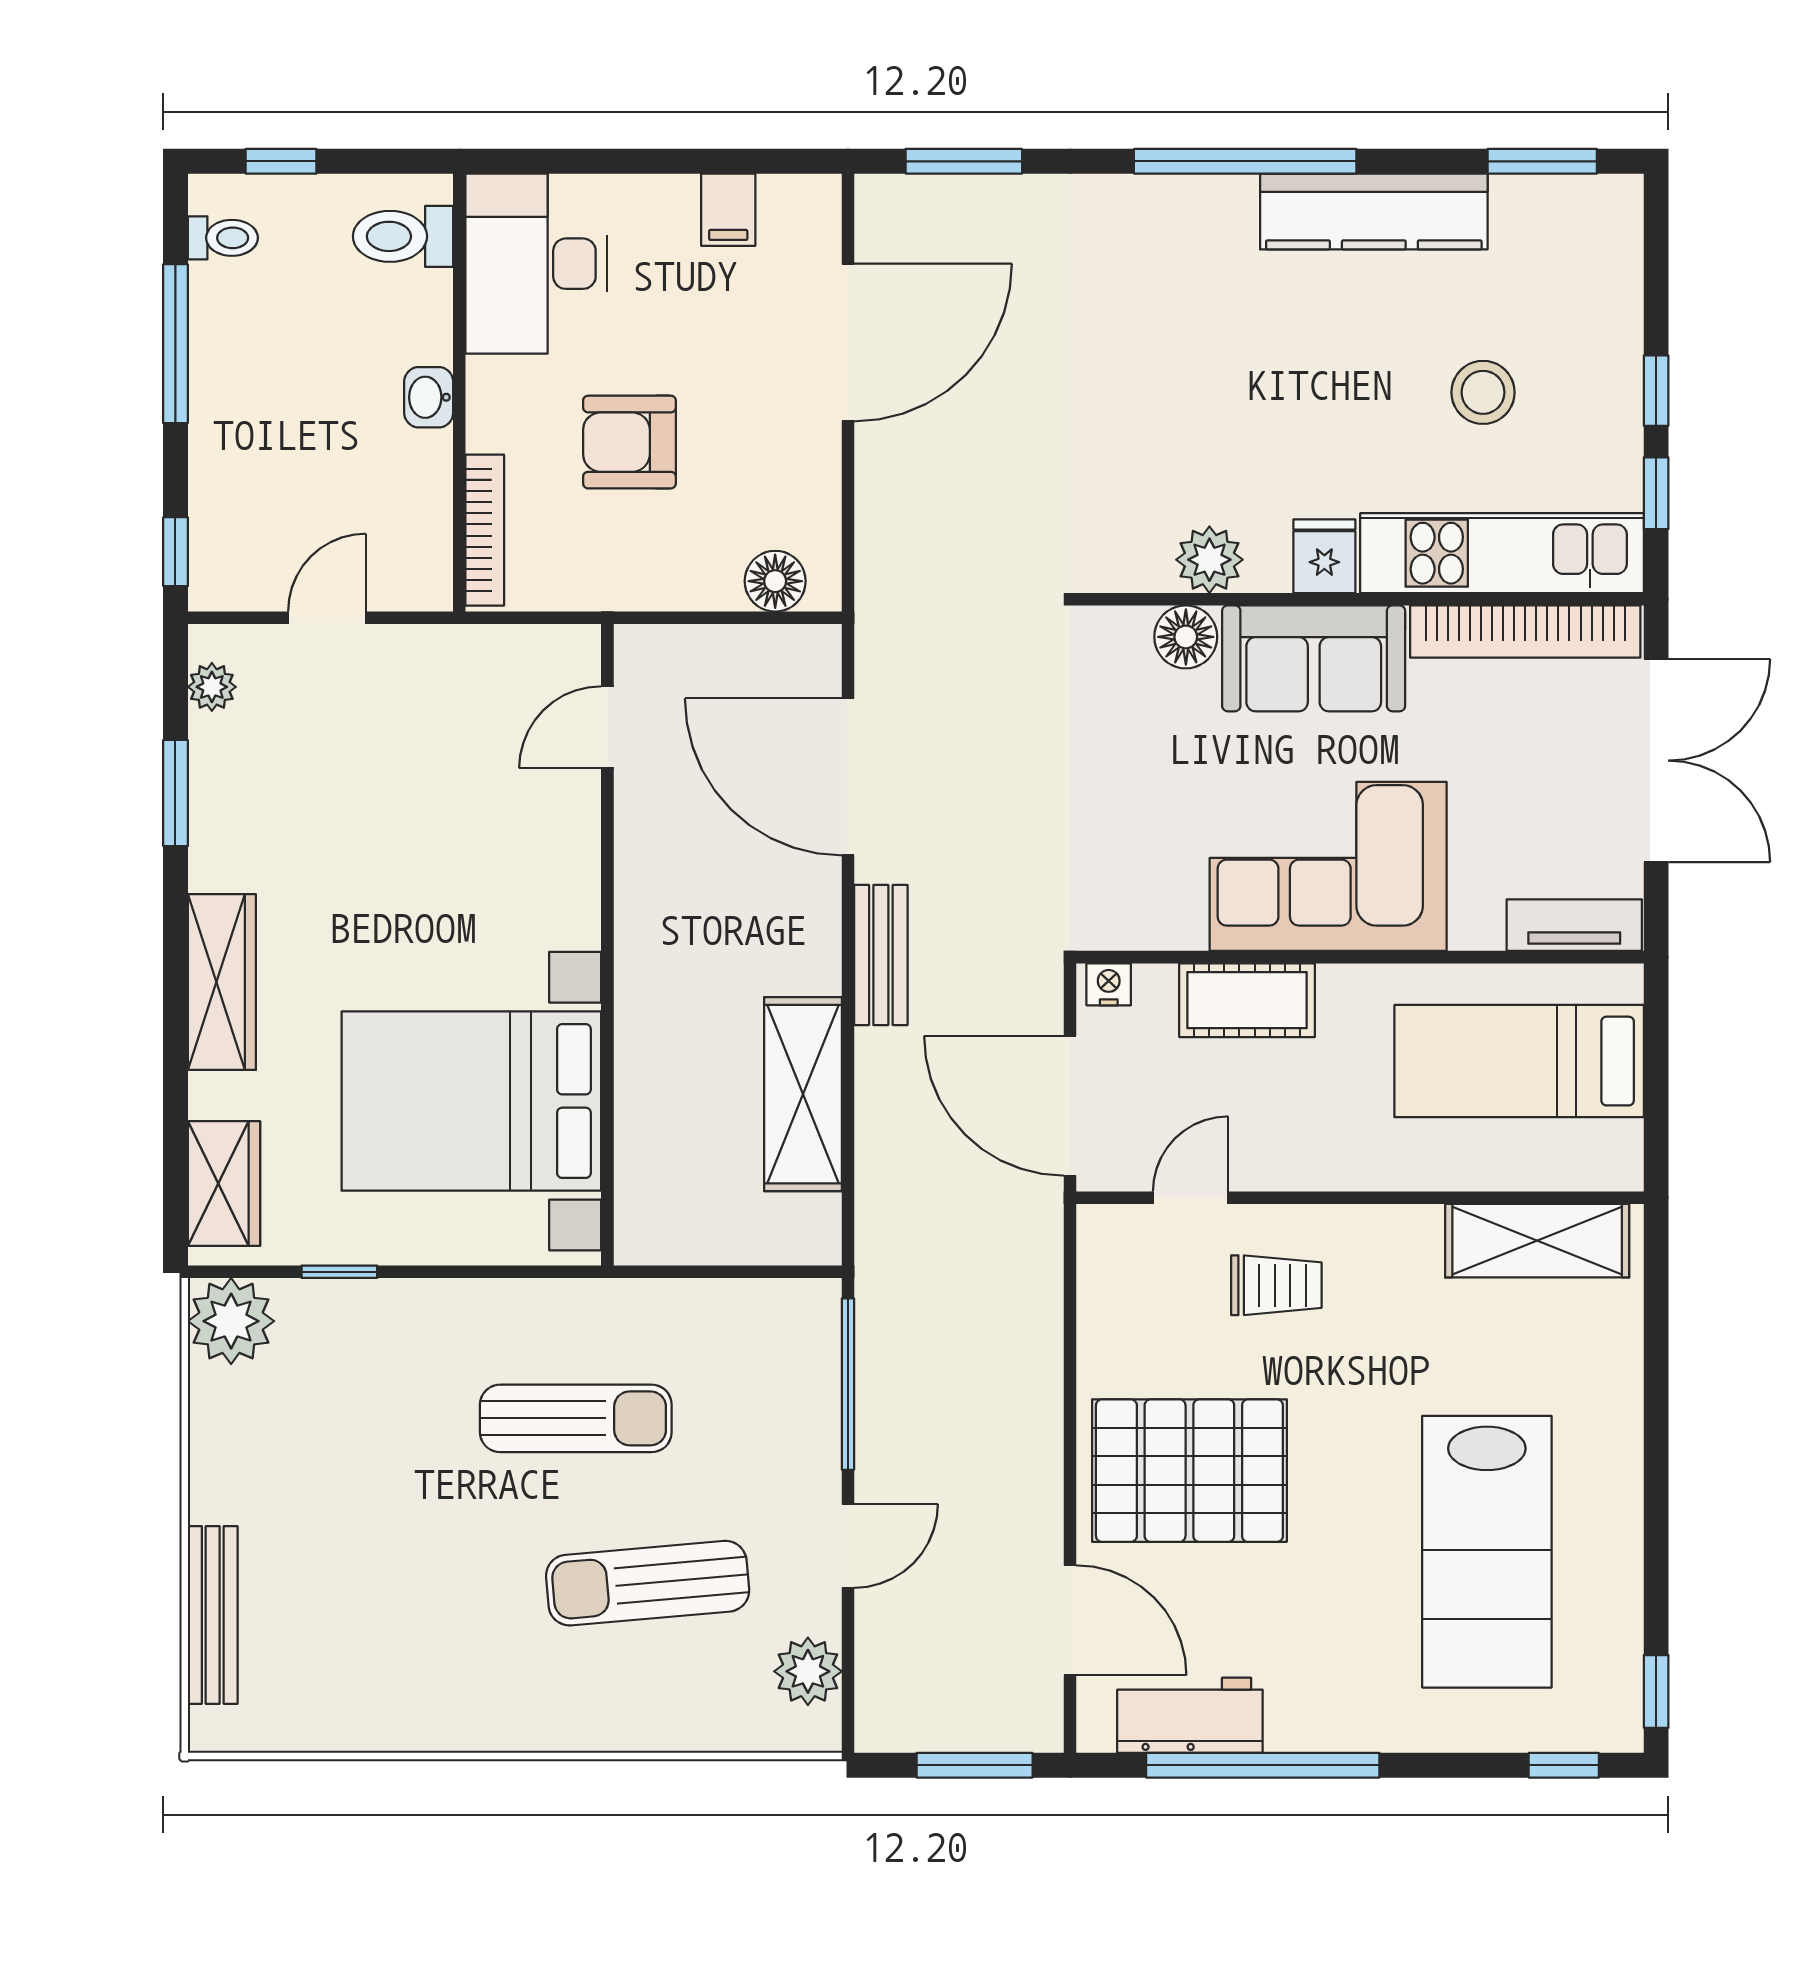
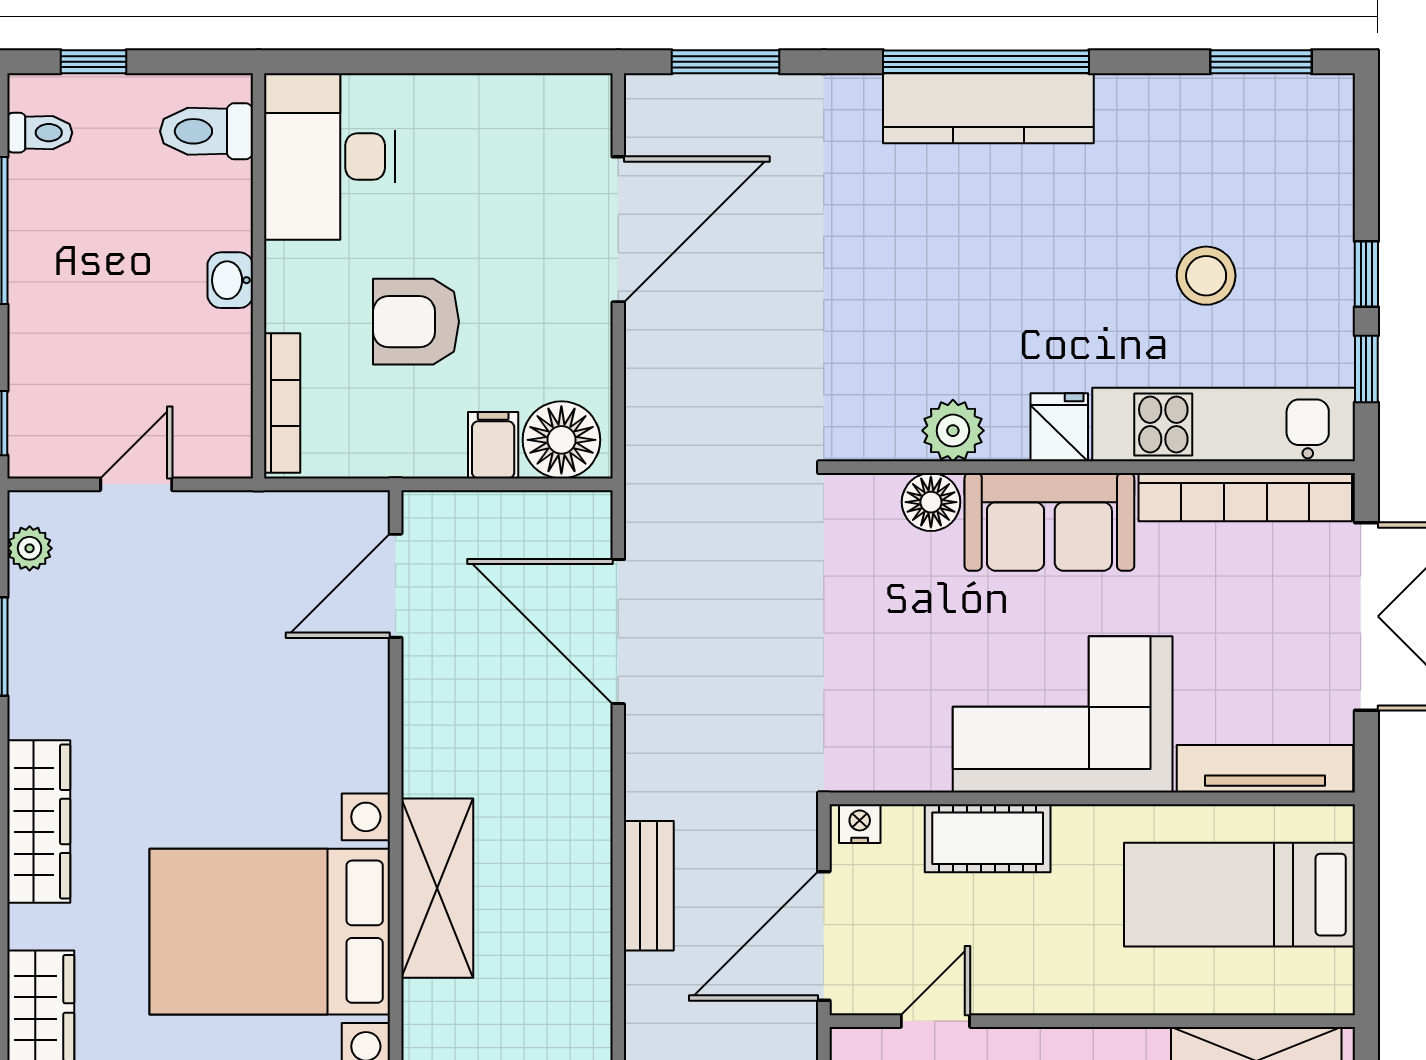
filing cabinet: (728, 210) -> (493, 445), moved, turned 180
kitchen counter: (1374, 212) -> (988, 108), moved
floor lamp: (775, 581) -> (561, 440), width x1.38, depth x1.38
door: (607, 727) -> (396, 586), width x1.38
tv unit: (1574, 925) -> (1265, 769), width x1.41
bench: (881, 955) -> (649, 886), moved
shelving: (803, 1094) -> (437, 888), moved
door: (1070, 1106) -> (824, 936), hinge flipped

